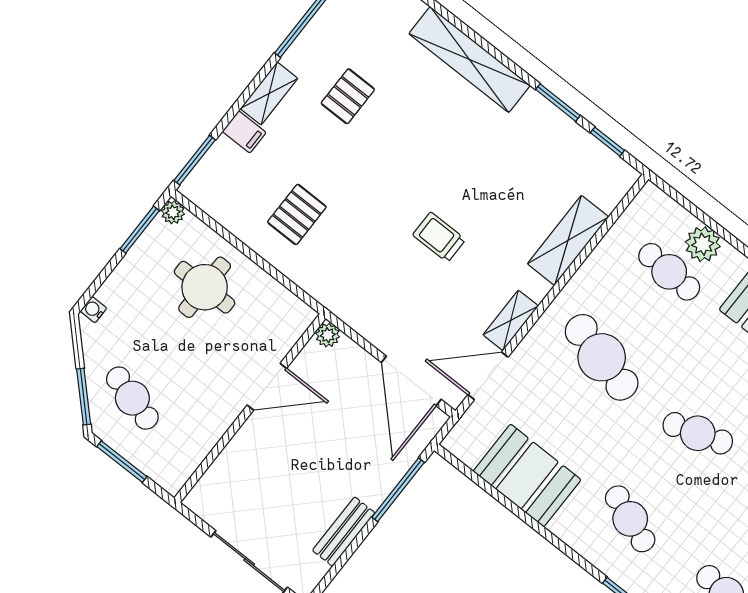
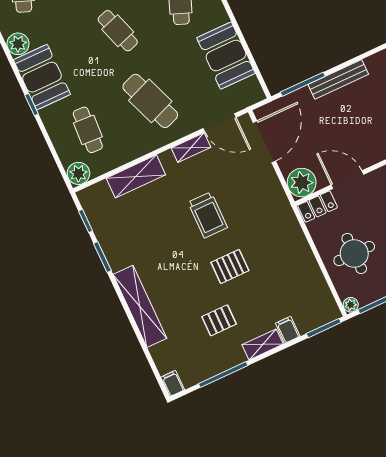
pallet: (297, 214) -> (230, 266), moved
trolley: (439, 237) -> (208, 215), width x1.36, depth x1.39
plant: (703, 244) -> (78, 173), moved
locker: (290, 328) -> (318, 206), added
plant: (328, 335) -> (302, 183), width x1.88, depth x1.88
cafe table: (602, 357) -> (150, 101), turned -36
bench: (344, 532) -> (338, 79), width x1.36

